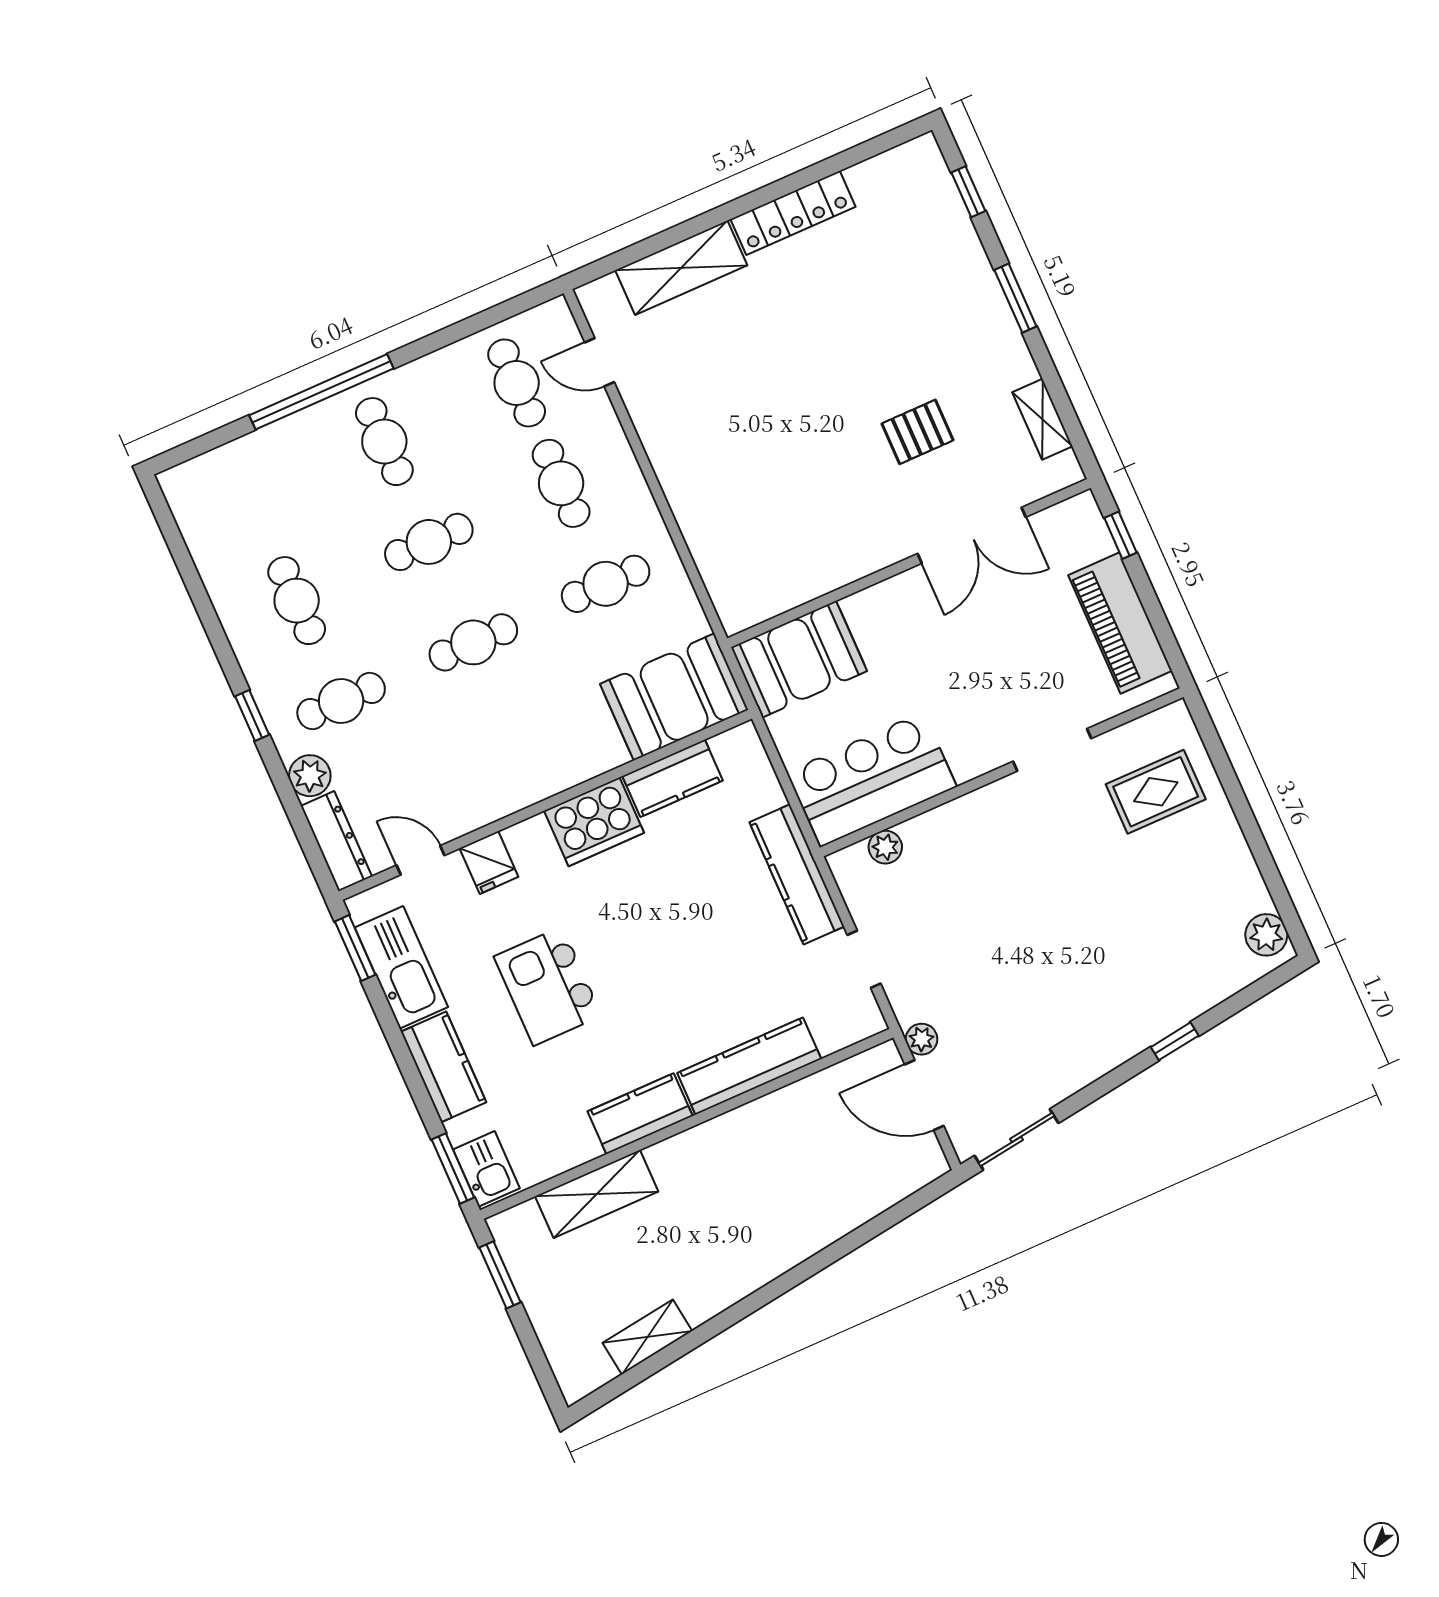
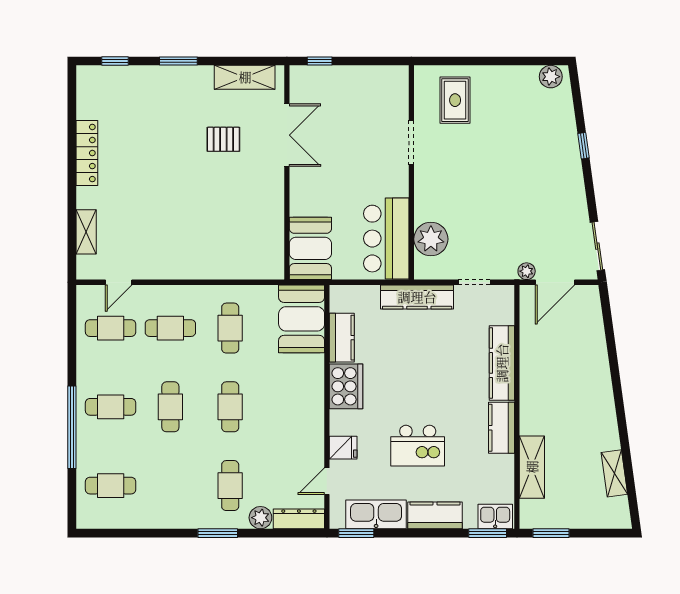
shelving: (681, 268) -> (86, 232), width x0.67, depth x0.75
shelving: (1042, 419) -> (245, 77), width x1.50, depth x1.33
pallet: (918, 432) -> (223, 139), turned 90
cafe table: (297, 601) -> (111, 486), moved
piano: (1120, 623) -> (363, 81), removed
window: (252, 715) -> (218, 533), width x1.50
plant: (885, 847) -> (431, 239), width x1.88, depth x1.88

